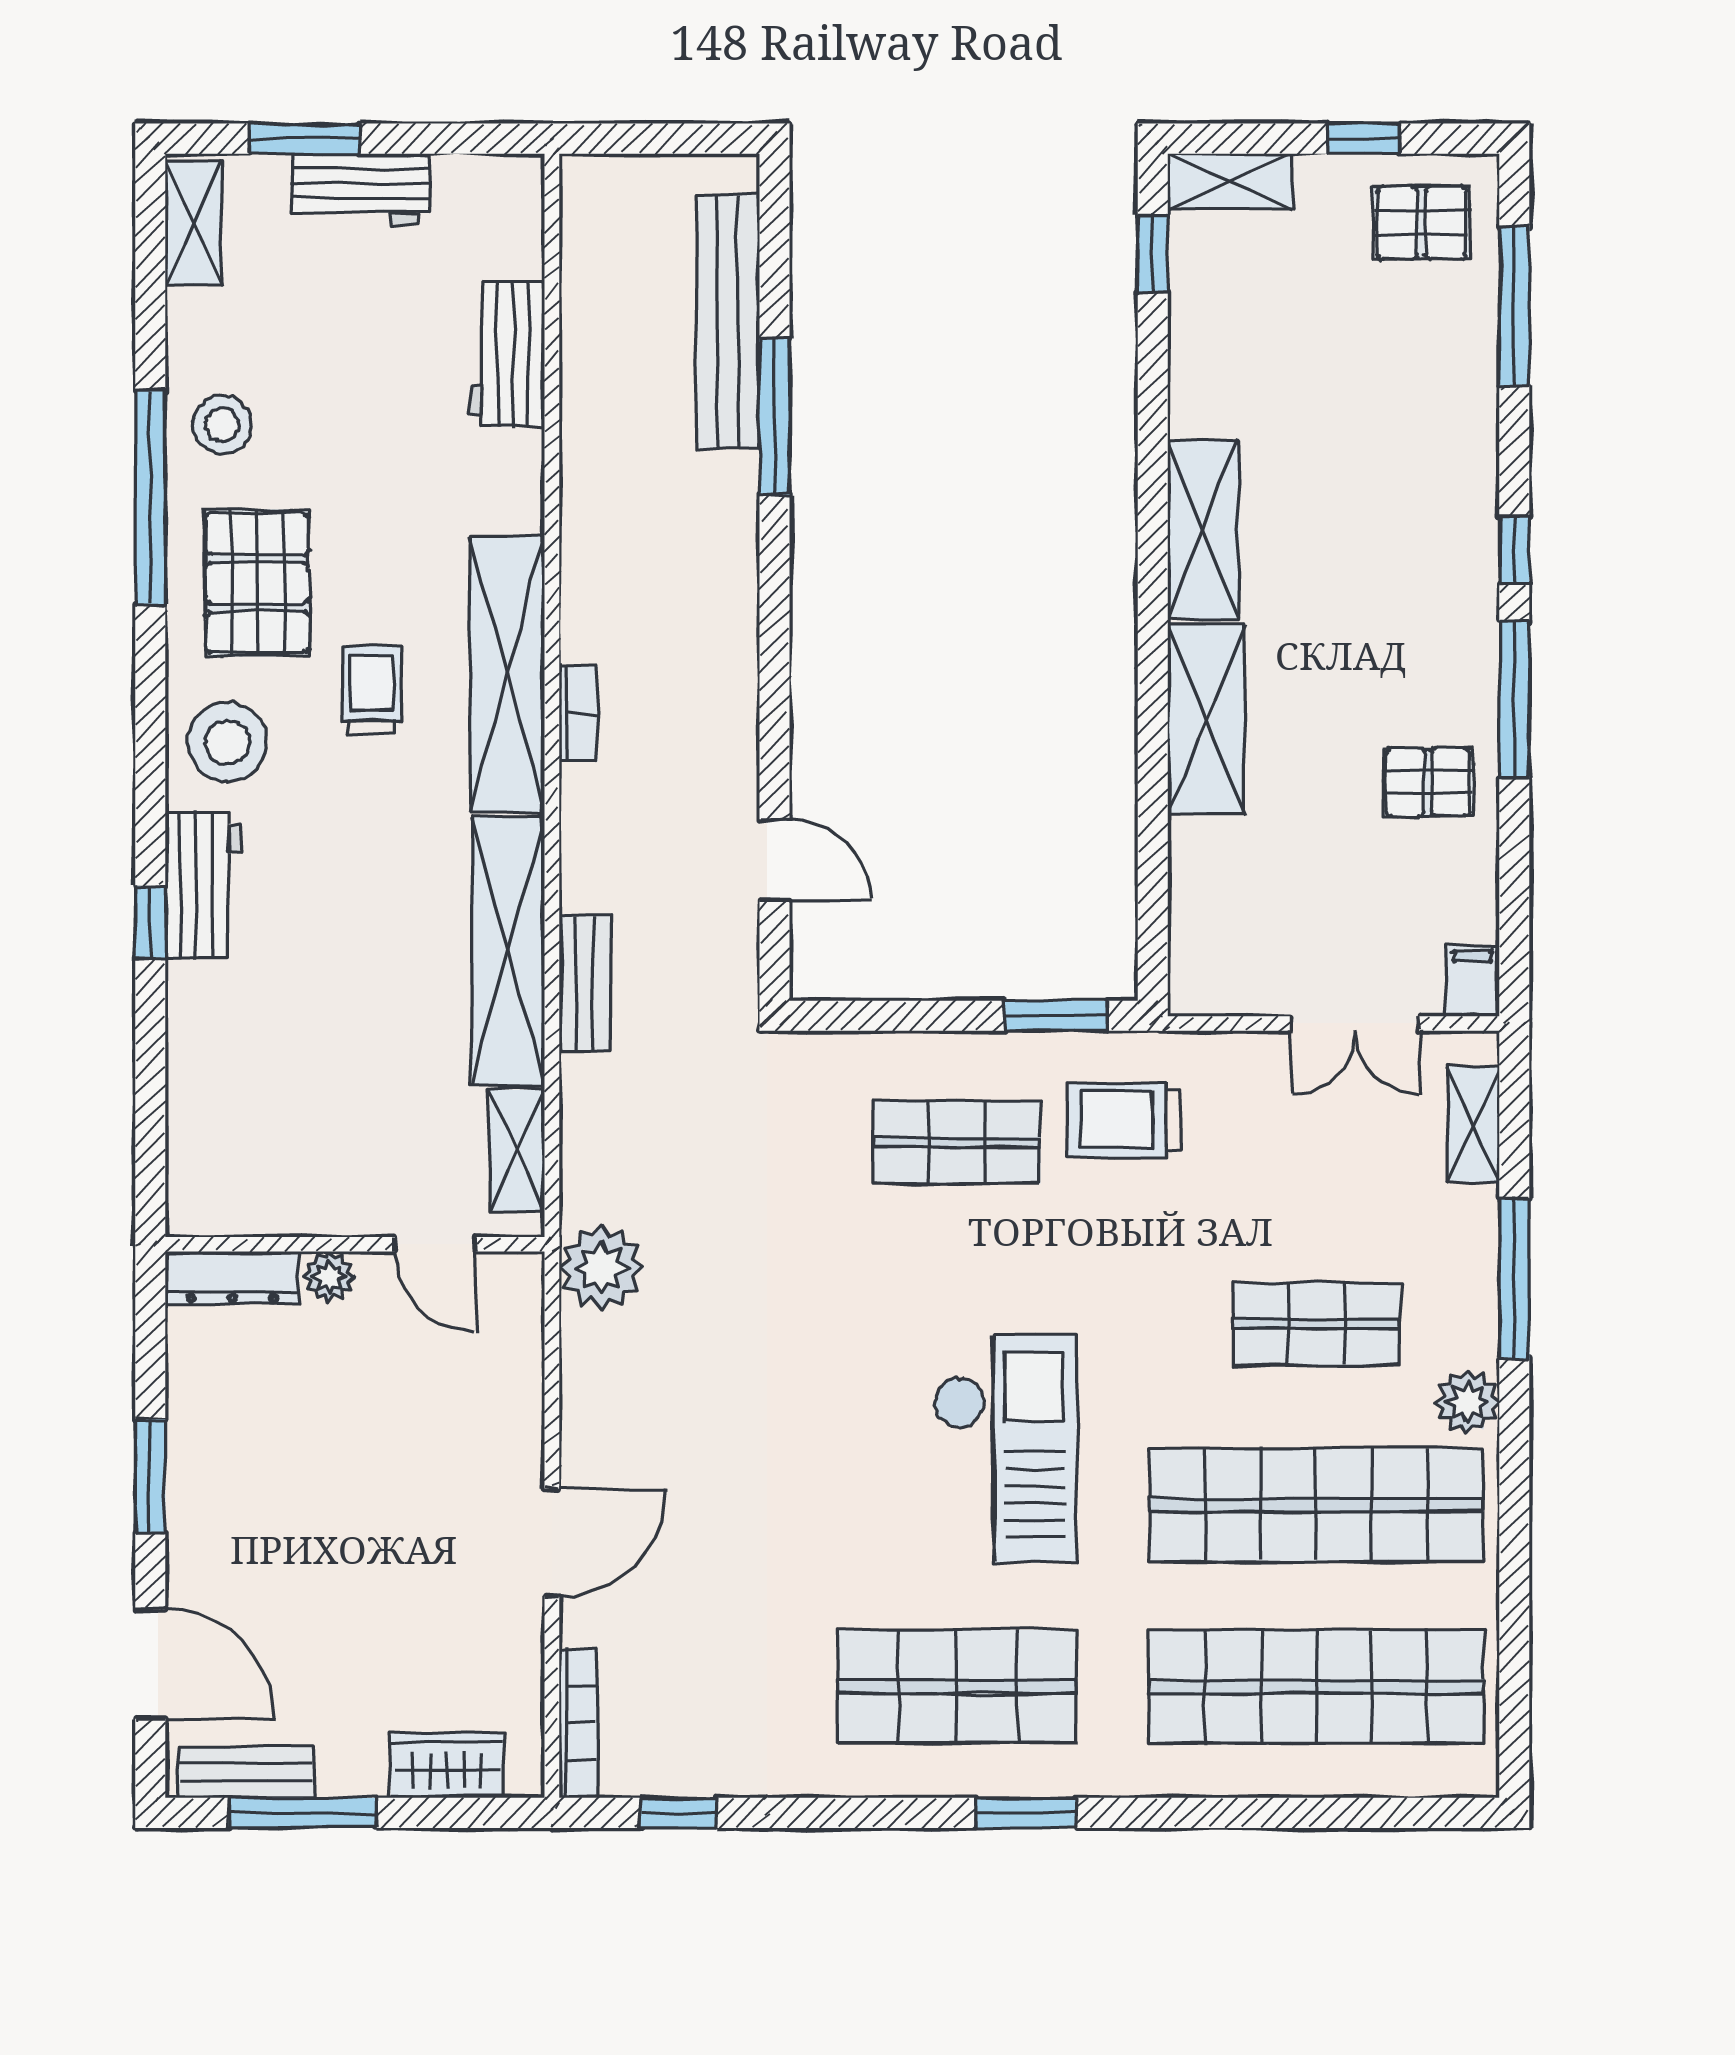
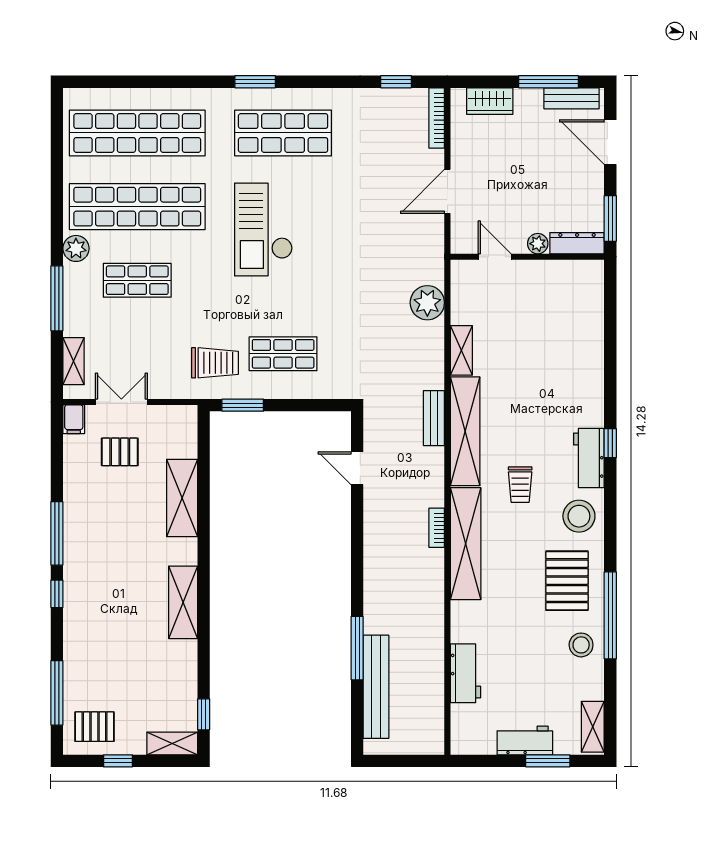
trolley: (372, 689) -> (520, 485), moved
shelving: (1206, 719) -> (182, 498), moved
pallet: (1428, 782) -> (120, 452), moved
wall: (355, 1244) -> (527, 257), moved
door: (435, 1244) -> (495, 257), moved
plant: (329, 1277) -> (538, 244), moved
dresser: (232, 1278) -> (577, 243), moved

